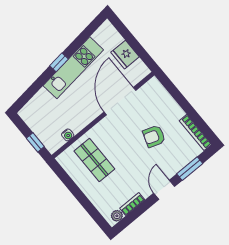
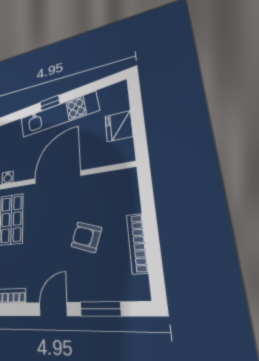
door: (120, 101) -> (57, 177), moved
bookcase: (195, 132) -> (137, 243), moved

